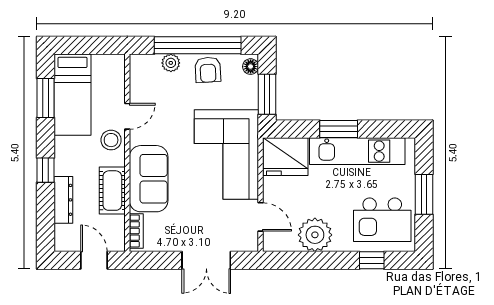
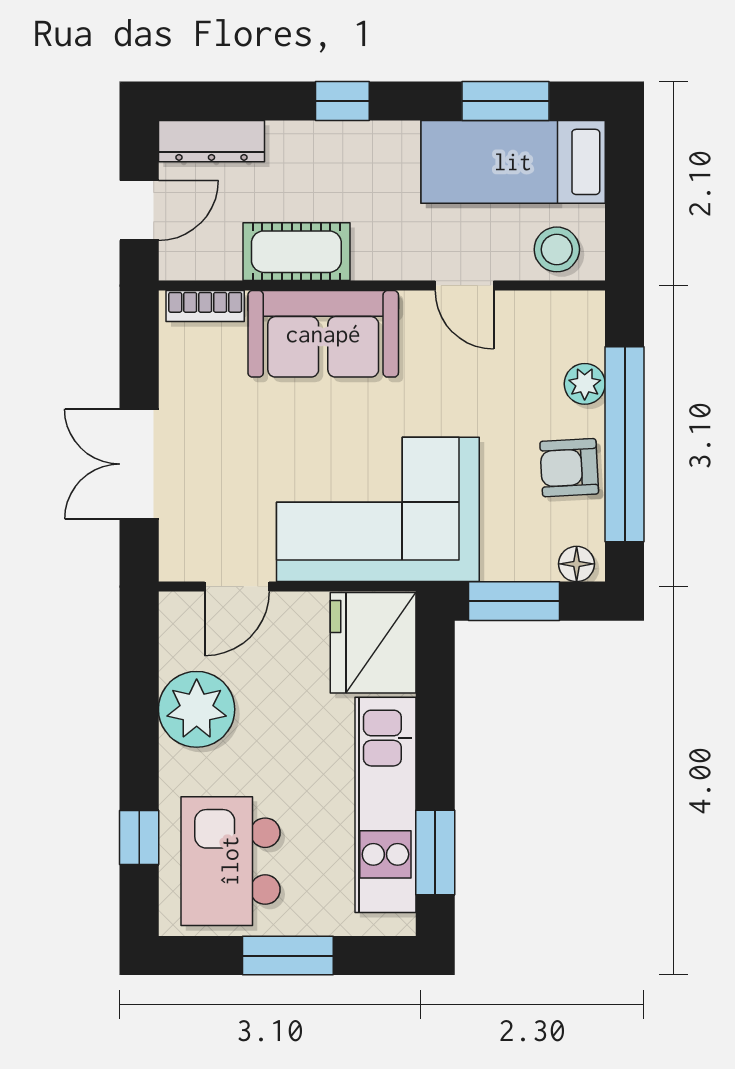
window: (339, 129) -> (435, 853), moved
stool: (111, 140) -> (557, 249), moved
dresser: (63, 200) -> (211, 141), moved

